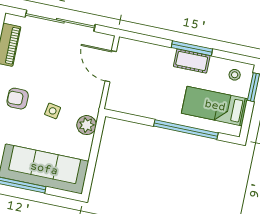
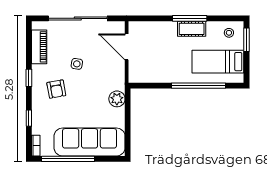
armchair: (18, 99) -> (56, 89), turned -100
side table: (53, 111) -> (77, 64), moved

